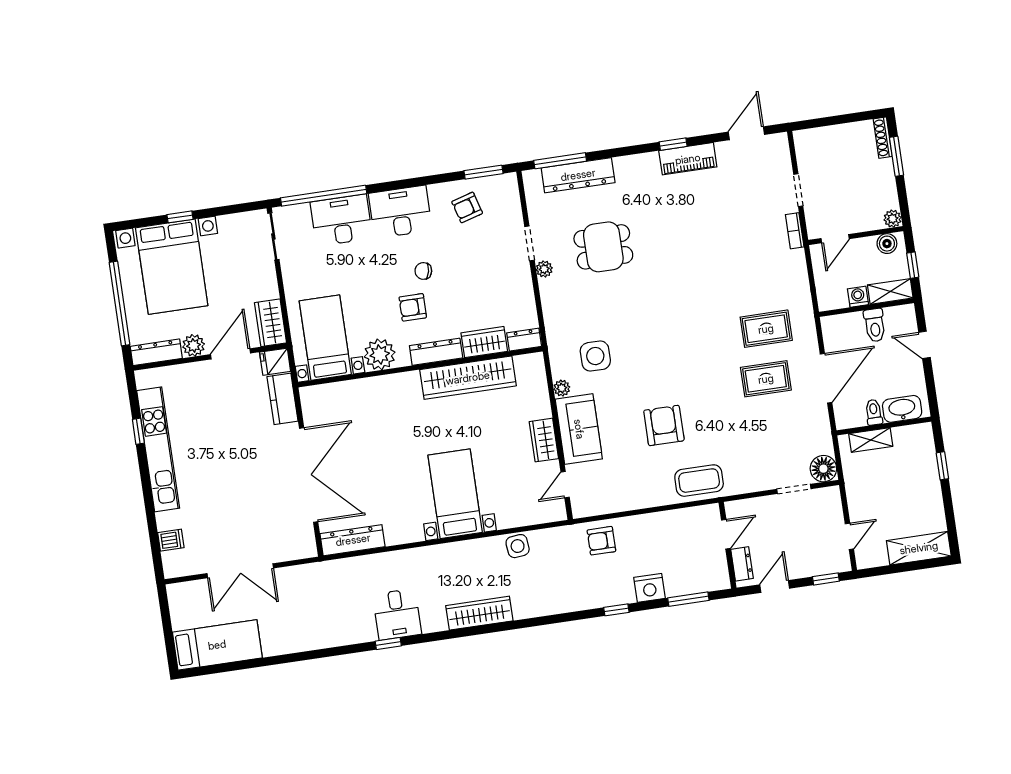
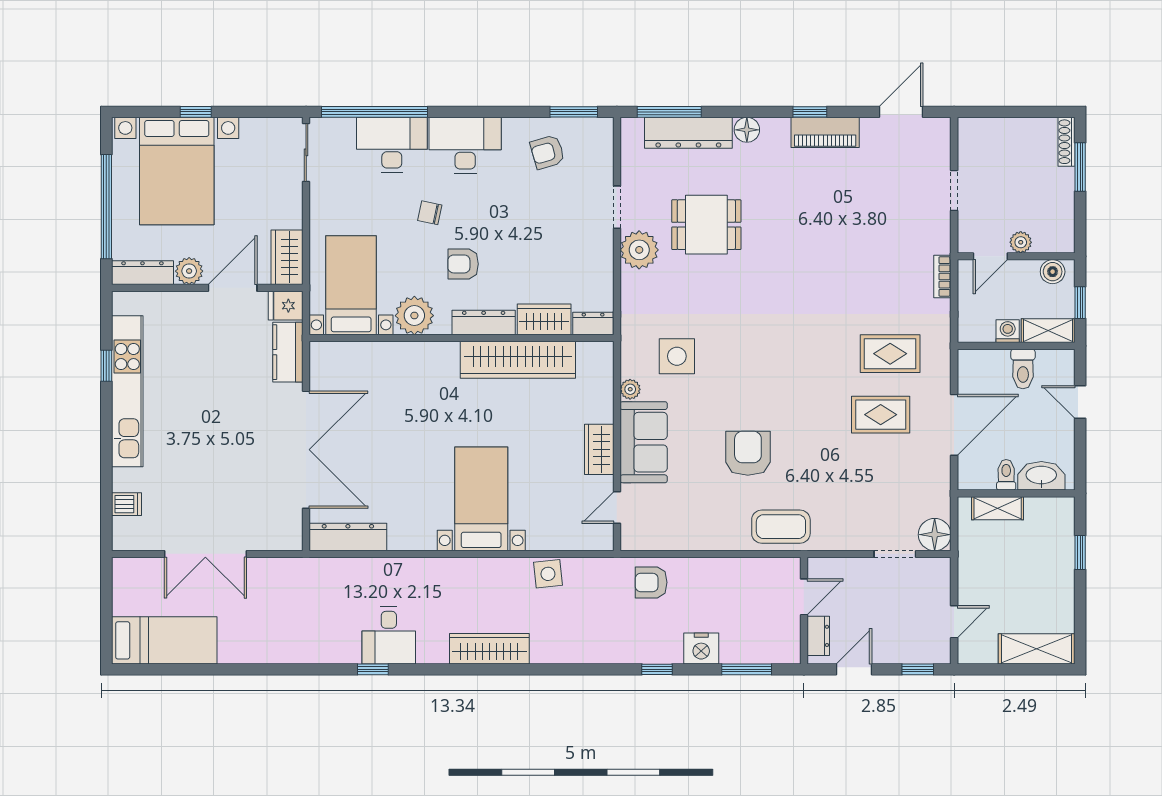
floor lamp: (625, 166) -> (747, 130), added
plant: (893, 219) -> (1021, 242), moved
bookcase: (795, 231) -> (942, 276), moved
plant: (544, 269) -> (639, 250), width x1.87, depth x1.87
chair: (423, 271) -> (430, 213), moved

